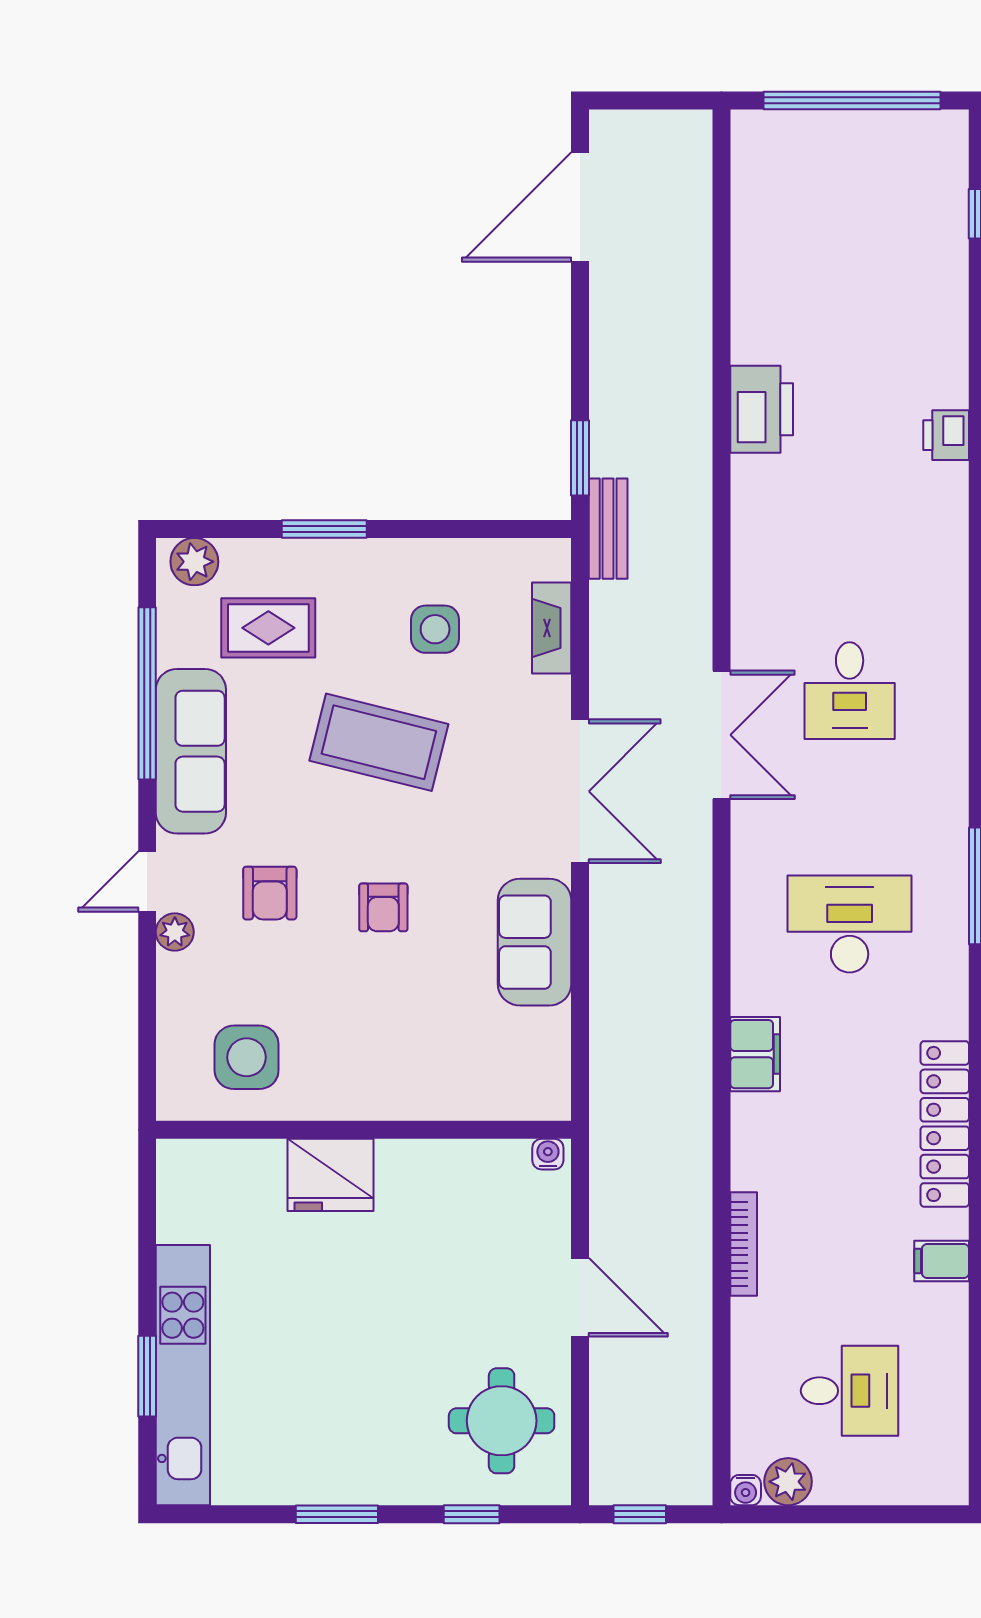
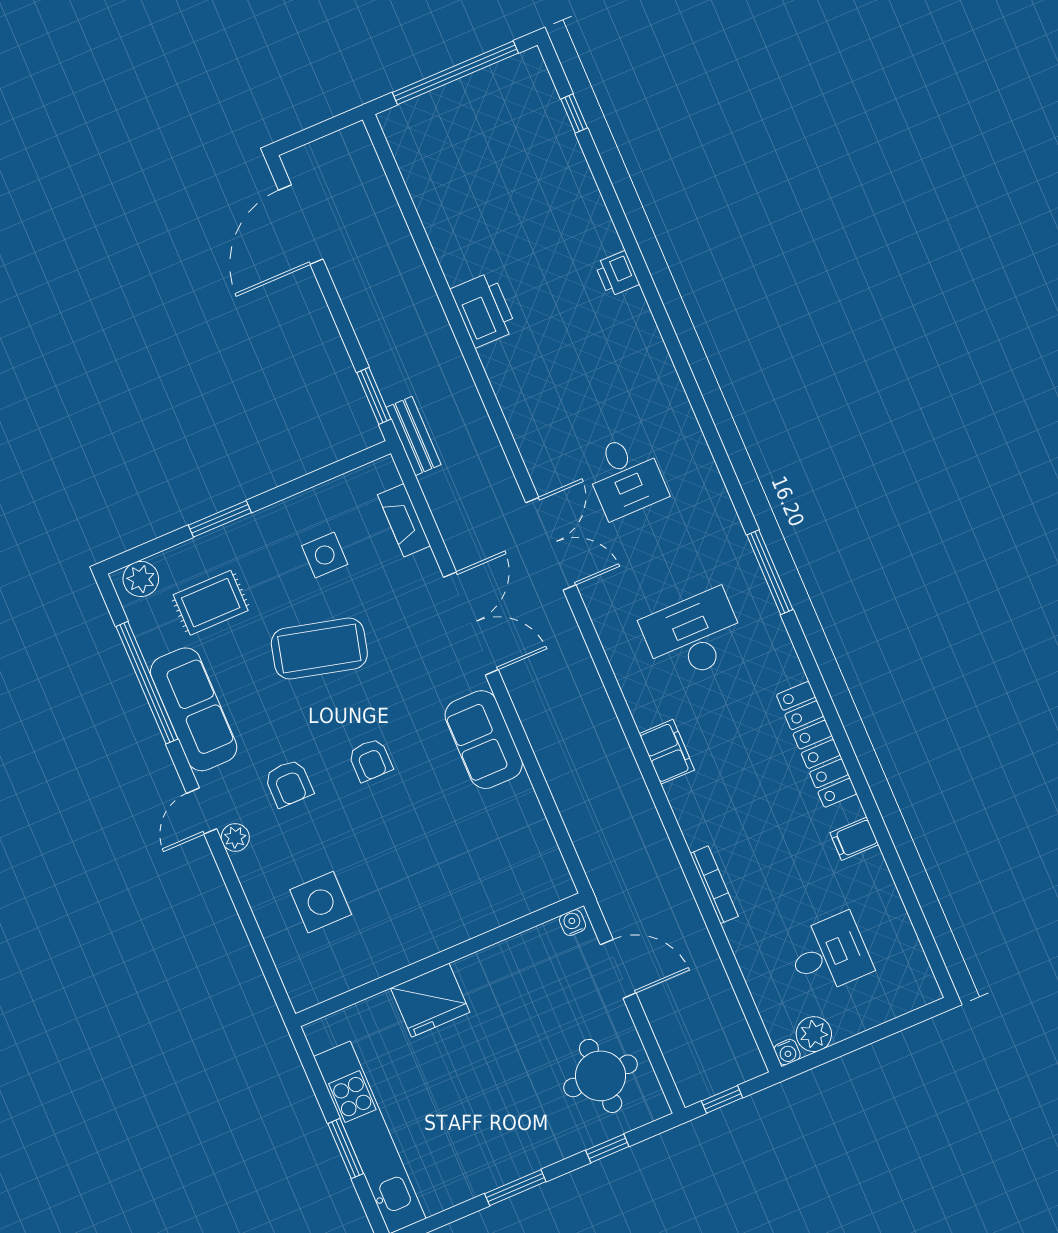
wall: (364, 1130) -> (440, 960), moved
water cooler: (548, 1154) -> (573, 923), moved
fridge: (330, 1175) -> (430, 1000), moved

